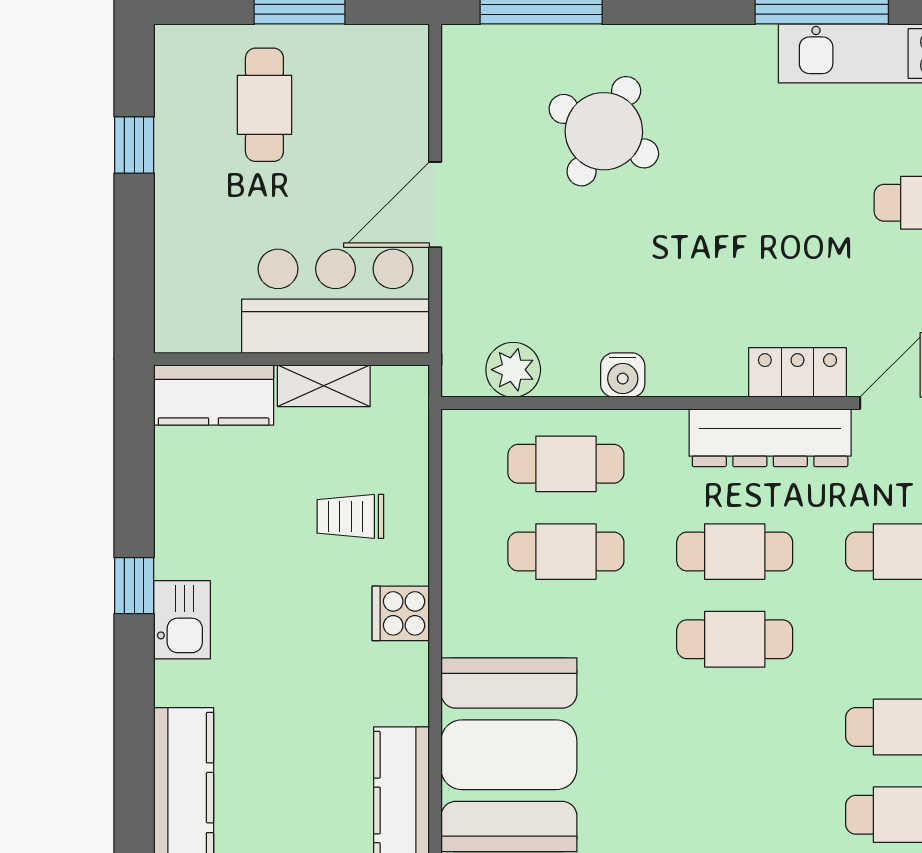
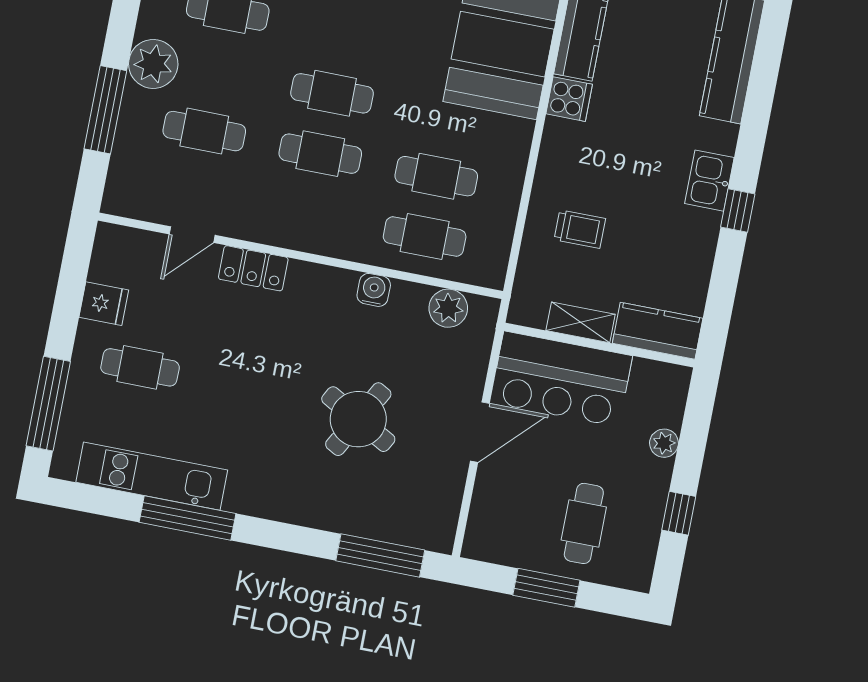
round table: (604, 131) -> (358, 419), moved
plant: (174, 239) -> (664, 443), added
dresser: (770, 438) -> (281, 227), removed
cooker: (401, 613) -> (569, 99), moved

